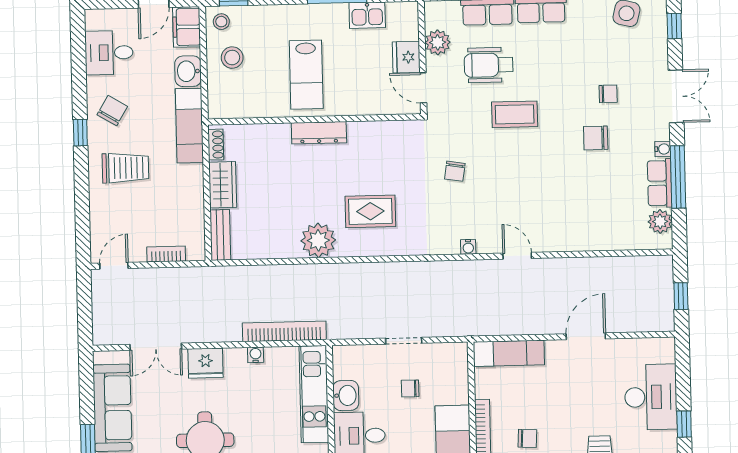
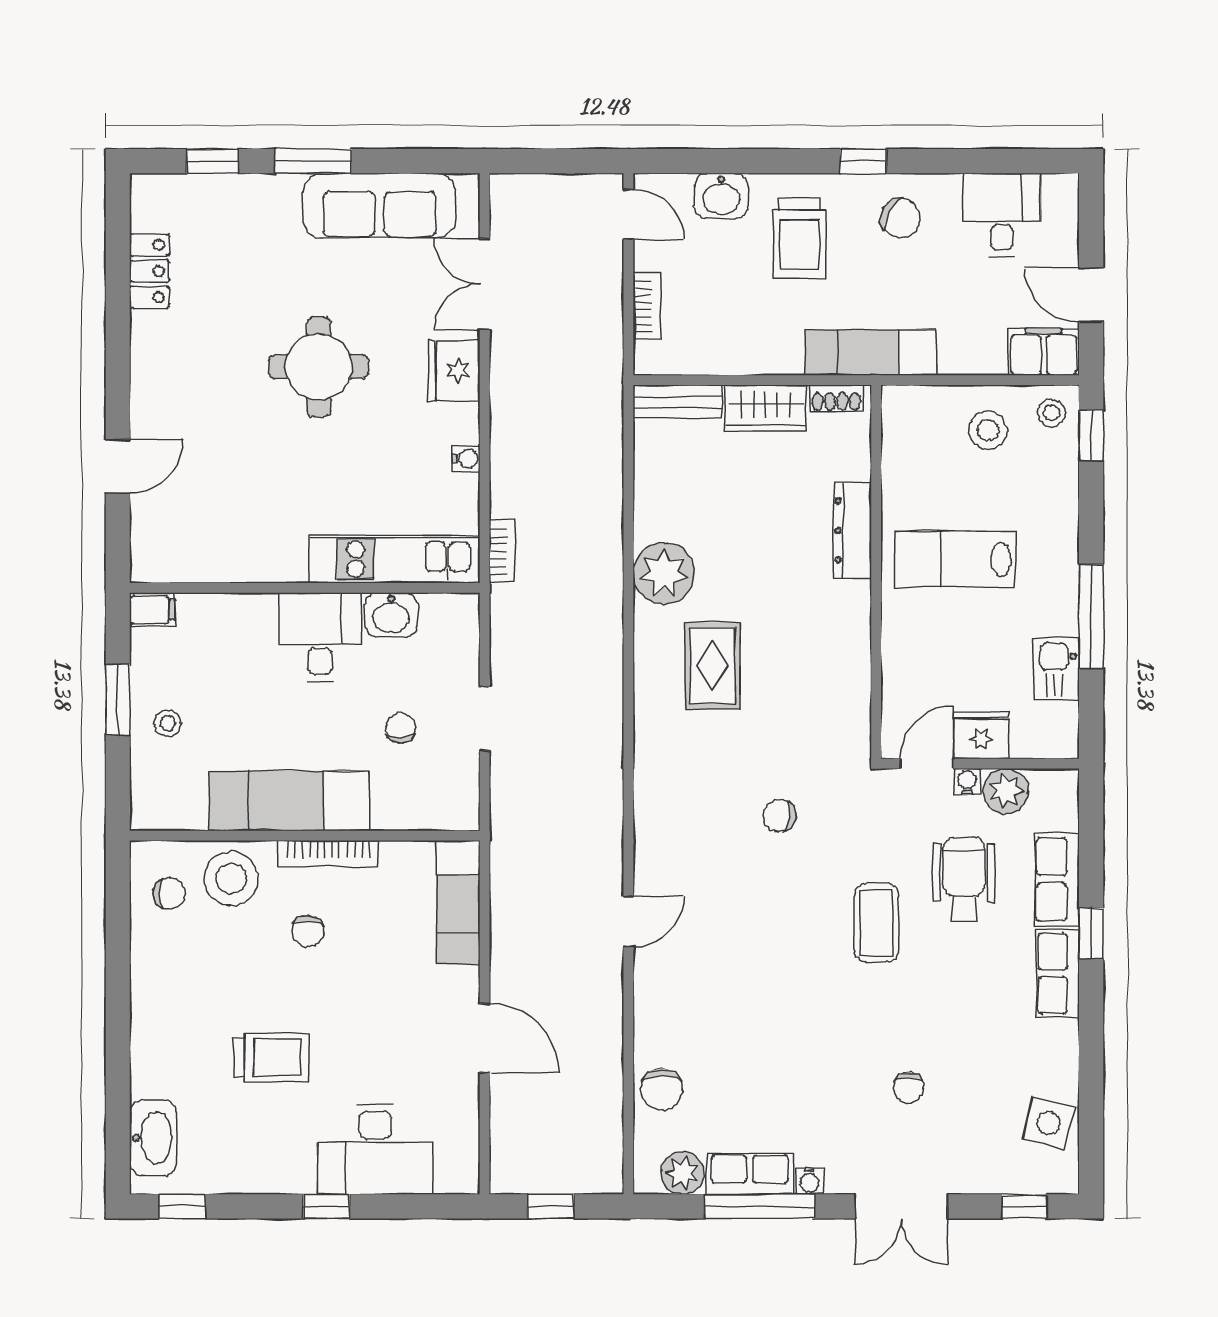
washbasin: (188, 71) -> (721, 196), moved, turned 180
dresser: (319, 133) -> (853, 530), moved
chair: (596, 138) -> (662, 1089), moved, turned 180
water cooler: (468, 247) -> (967, 781), moved, turned 90
bookcase: (284, 331) -> (502, 551), width x0.43, depth x0.76

